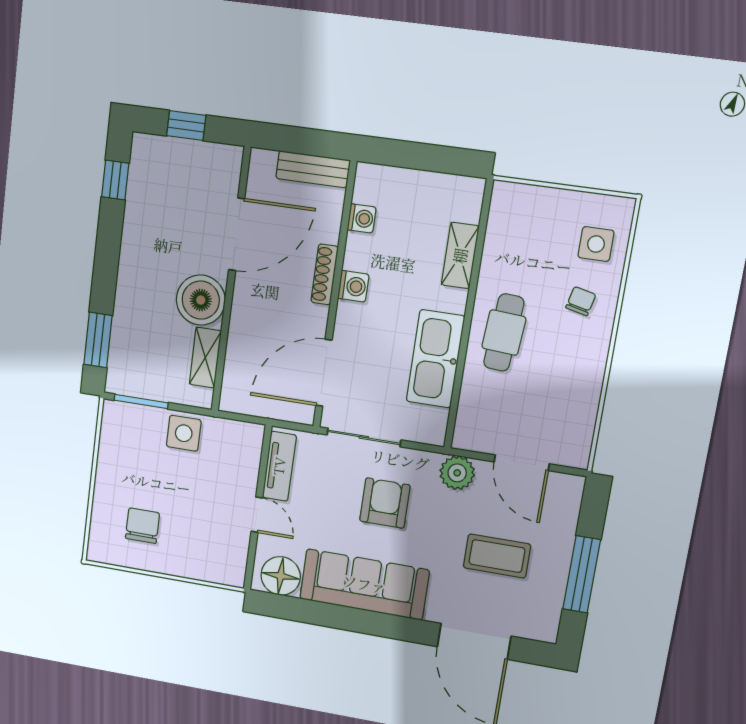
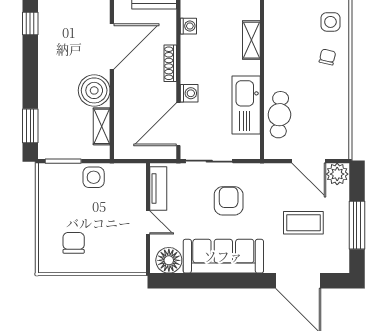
washing machine: (353, 286) -> (189, 93), moved
cafe table: (504, 333) -> (279, 115), moved
plant: (457, 473) -> (337, 174), moved

